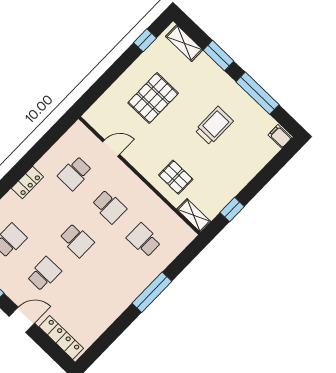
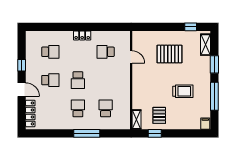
pallet: (176, 177) -> (159, 115), moved
school desk: (109, 207) -> (78, 108), moved, turned 180

